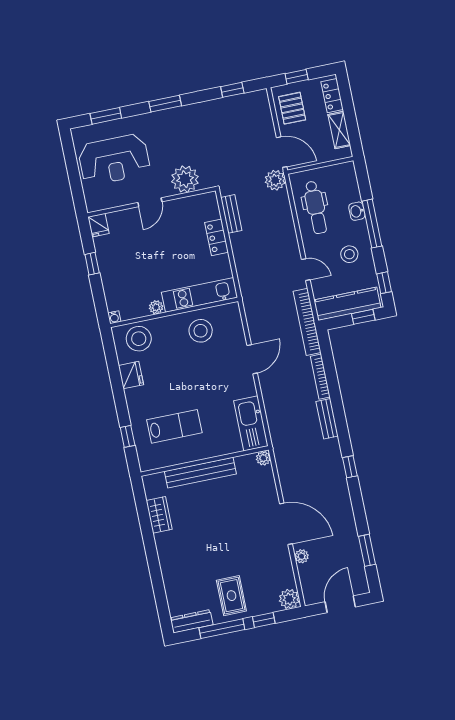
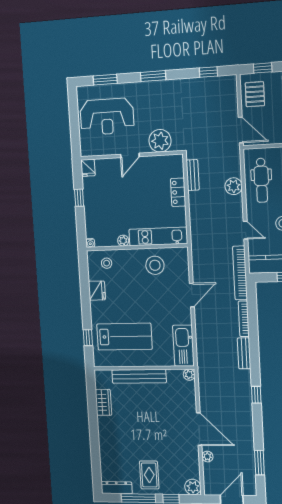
plant: (275, 180) -> (234, 186), moved
stool: (139, 339) -> (107, 263), width x0.53, depth x0.53
lab bench: (174, 426) -> (124, 337), width x1.36, depth x1.39

